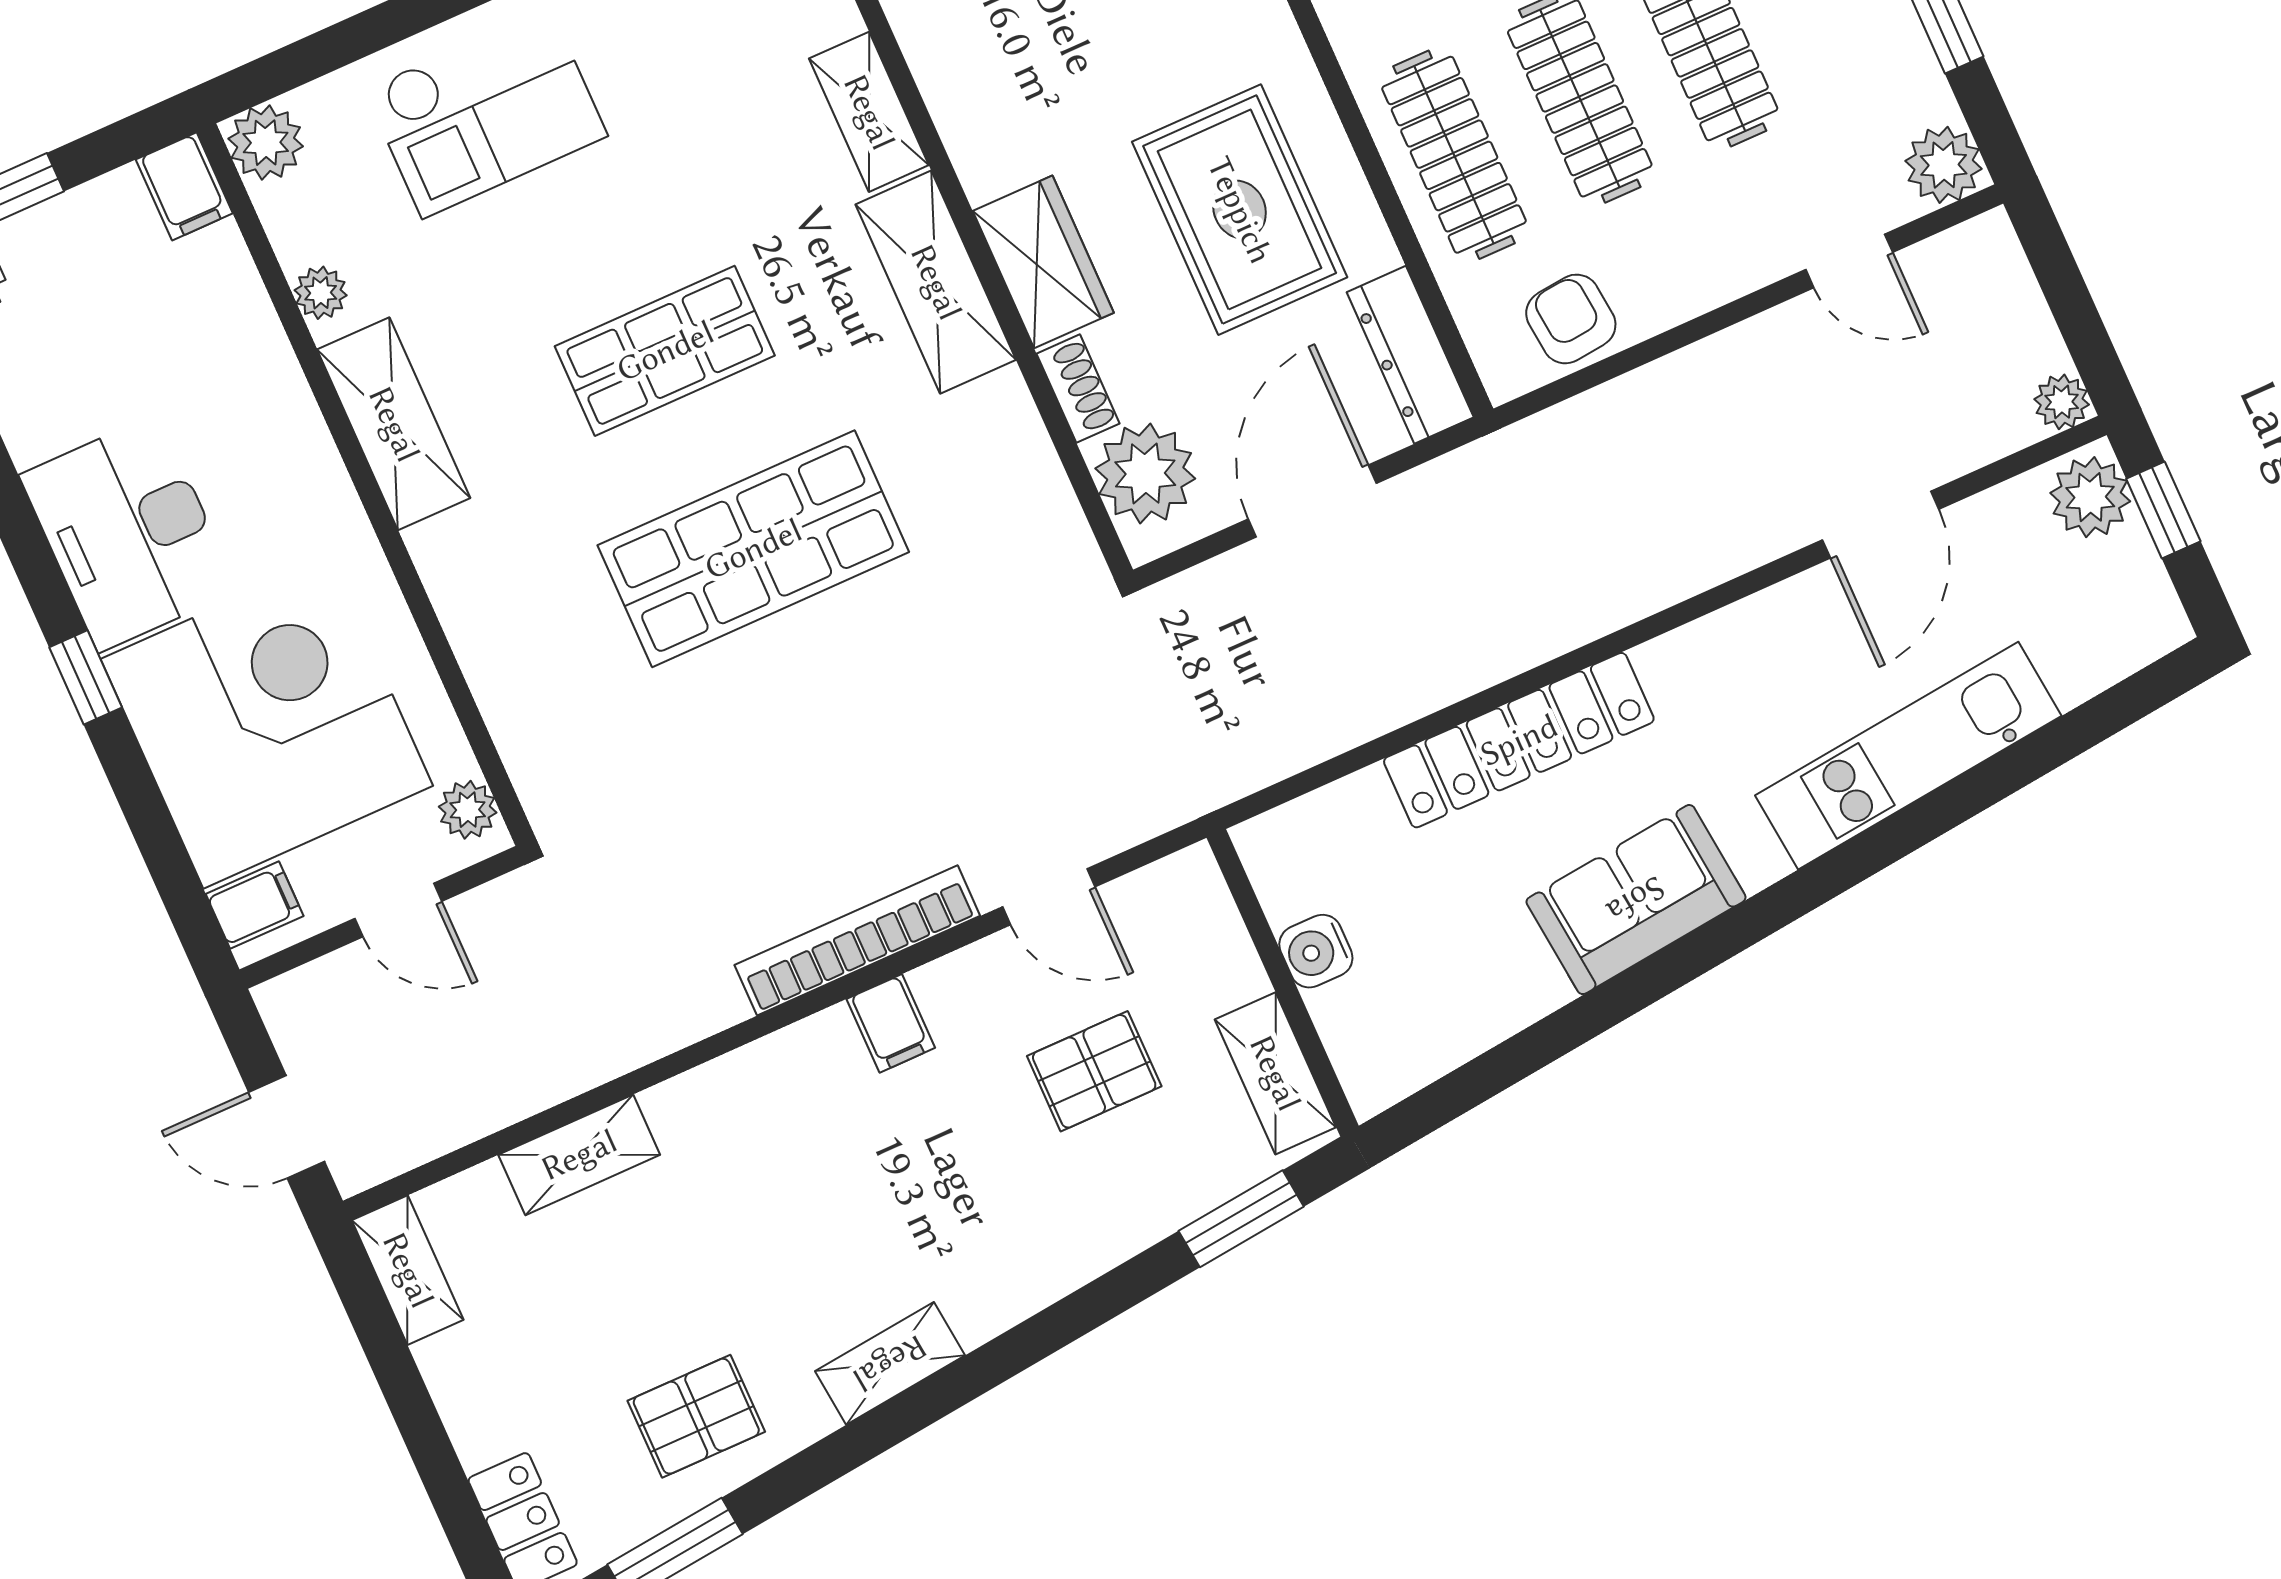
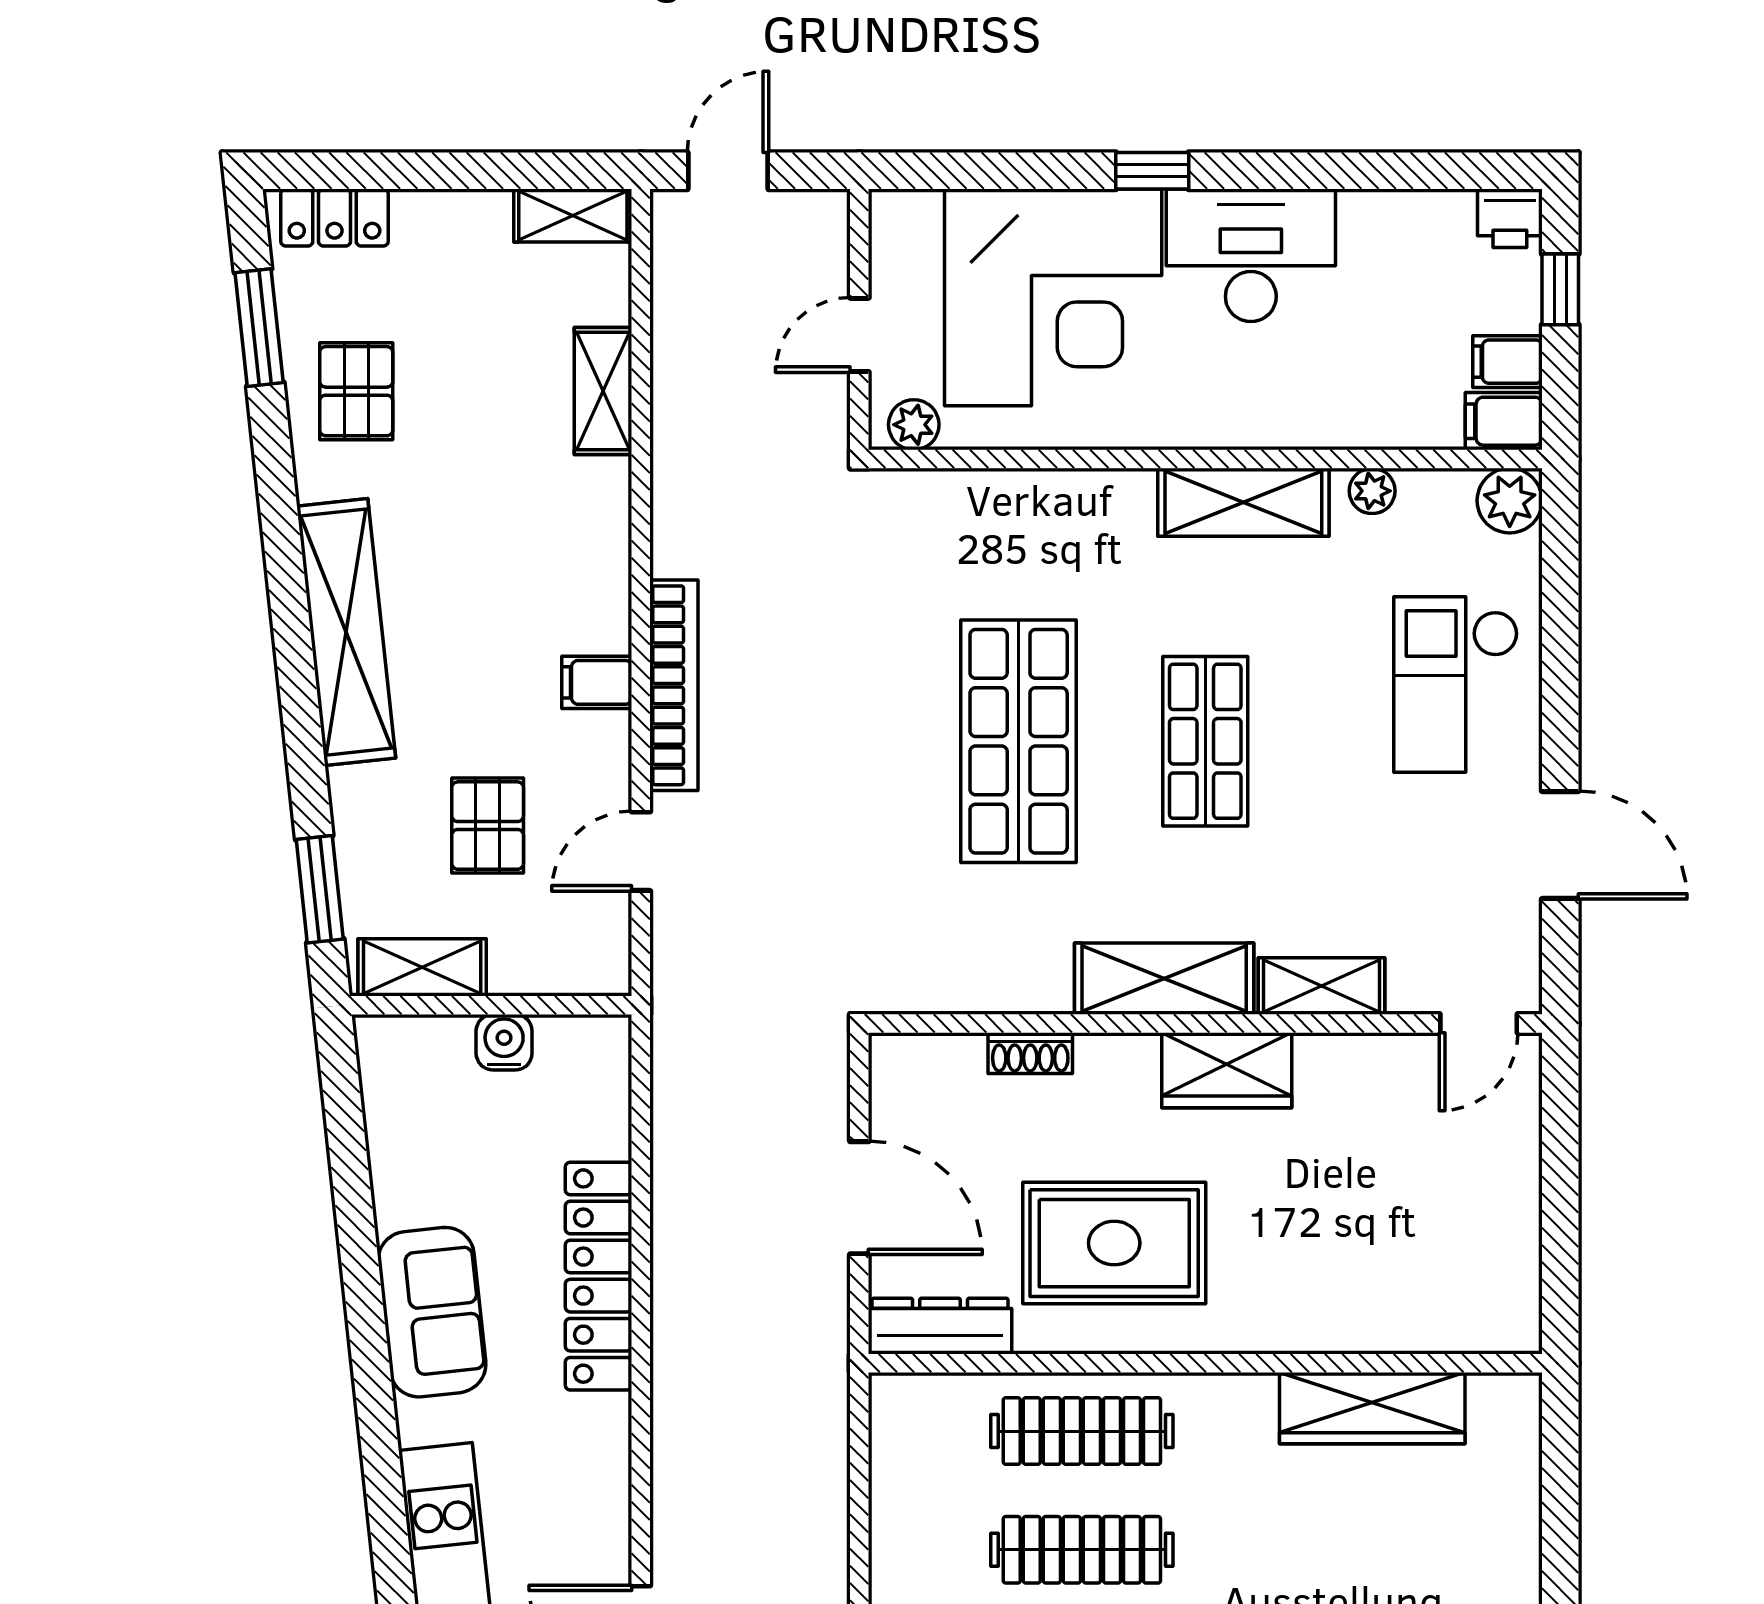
wardrobe: (1043, 262) -> (1227, 1070), moved
armchair: (1571, 319) -> (912, 1465), removed
plant: (1145, 474) -> (940, 1076), removed
filing cabinet: (255, 905) -> (1507, 362), moved, turned 90
shelving: (890, 1363) -> (346, 632), width x2.20, depth x1.33

